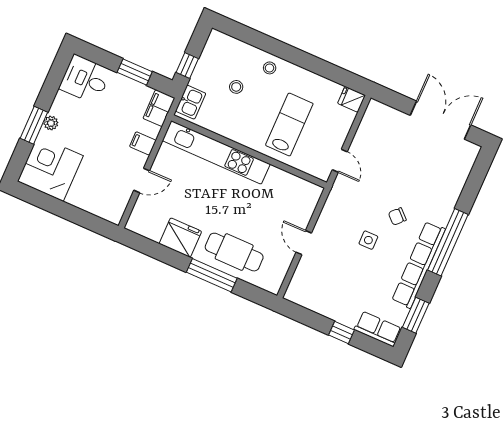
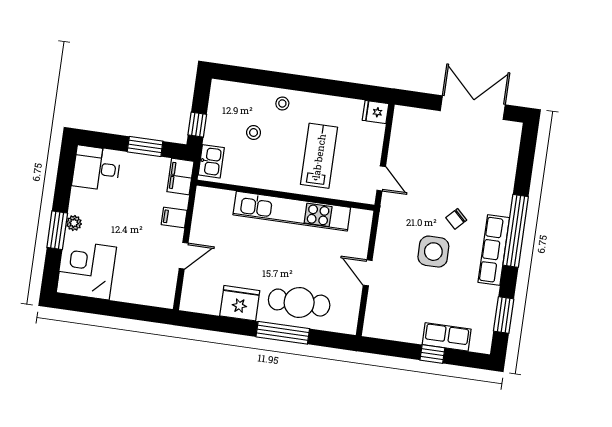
kitchen unit: (216, 152) -> (292, 211), moved
side table: (368, 240) -> (433, 252), width x1.87, depth x1.87
row of seats: (419, 265) -> (494, 250), width x0.73
row of seats: (378, 329) -> (447, 337), moved

